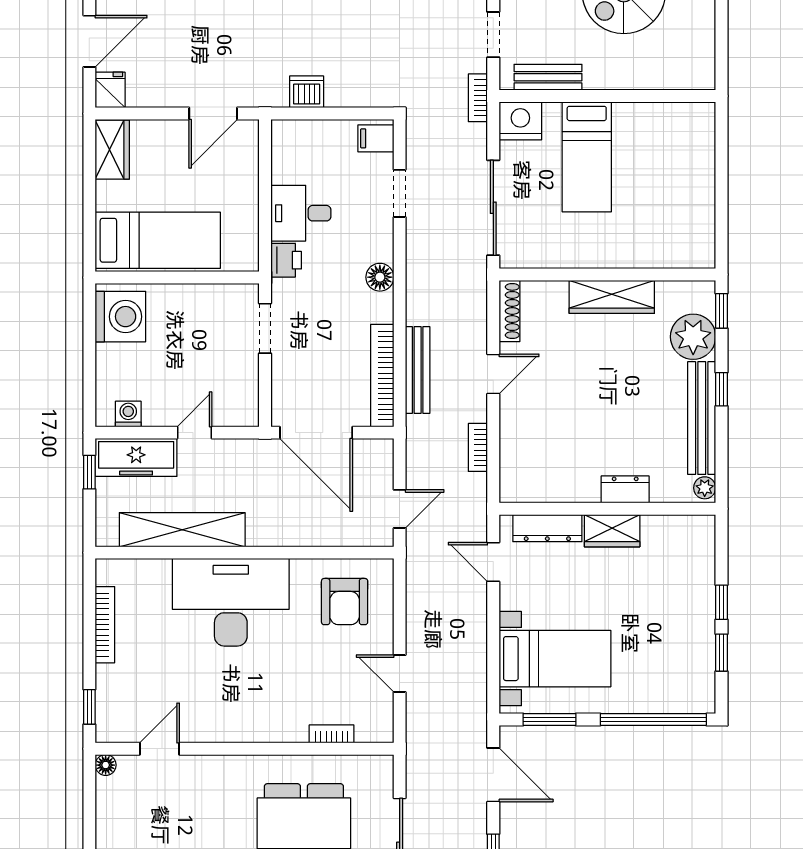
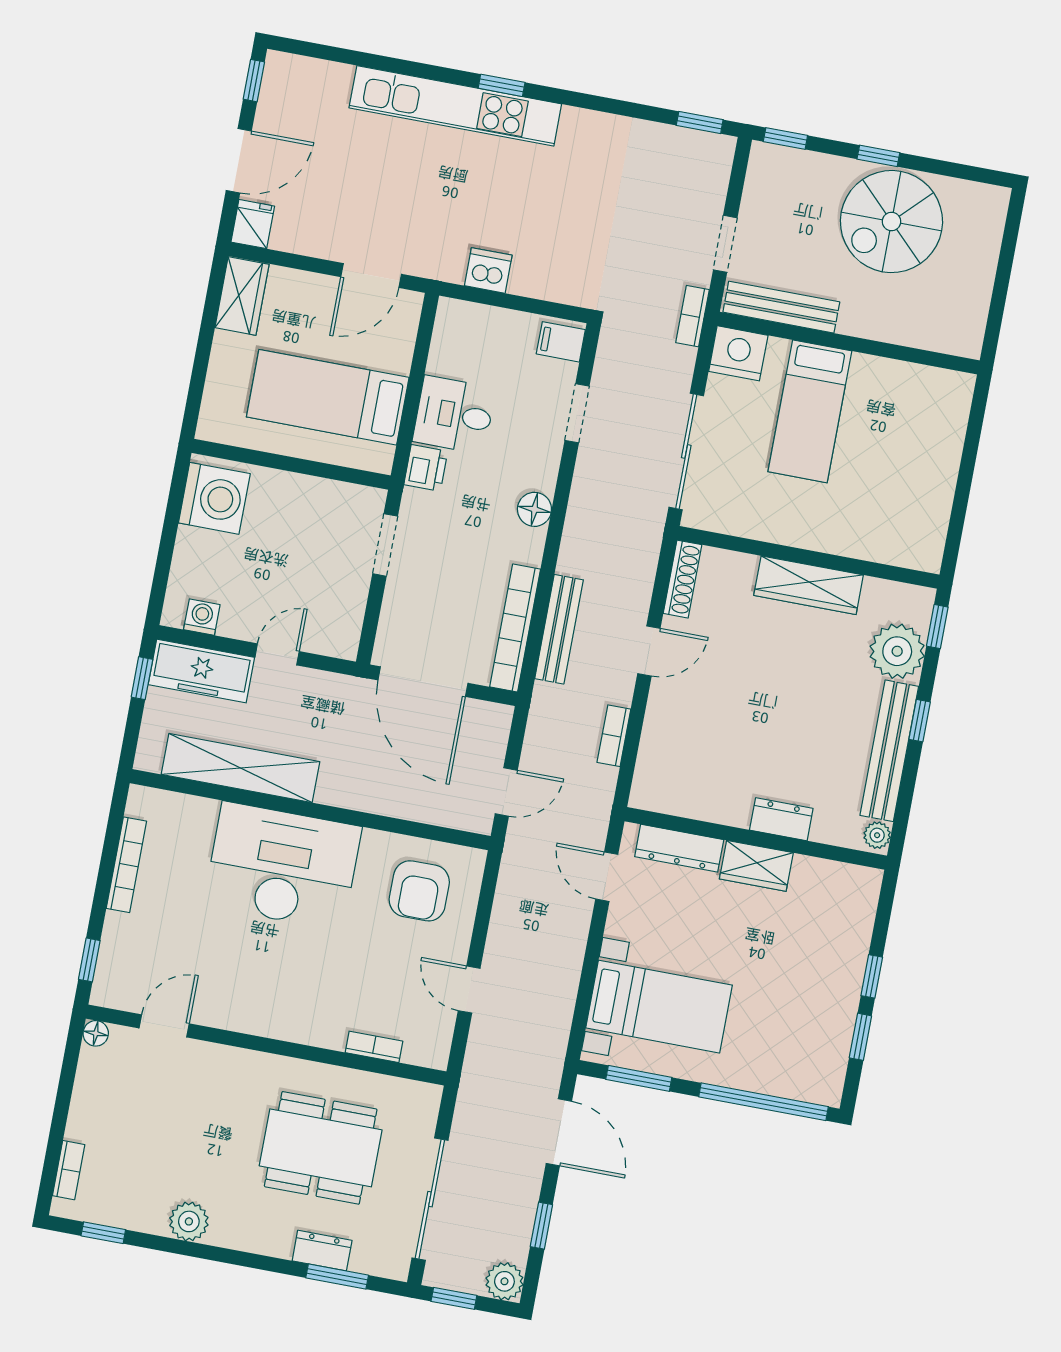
bench: (548, 77) -> (781, 307), width x1.36
bed: (158, 240) -> (328, 397), moved, turned 180

